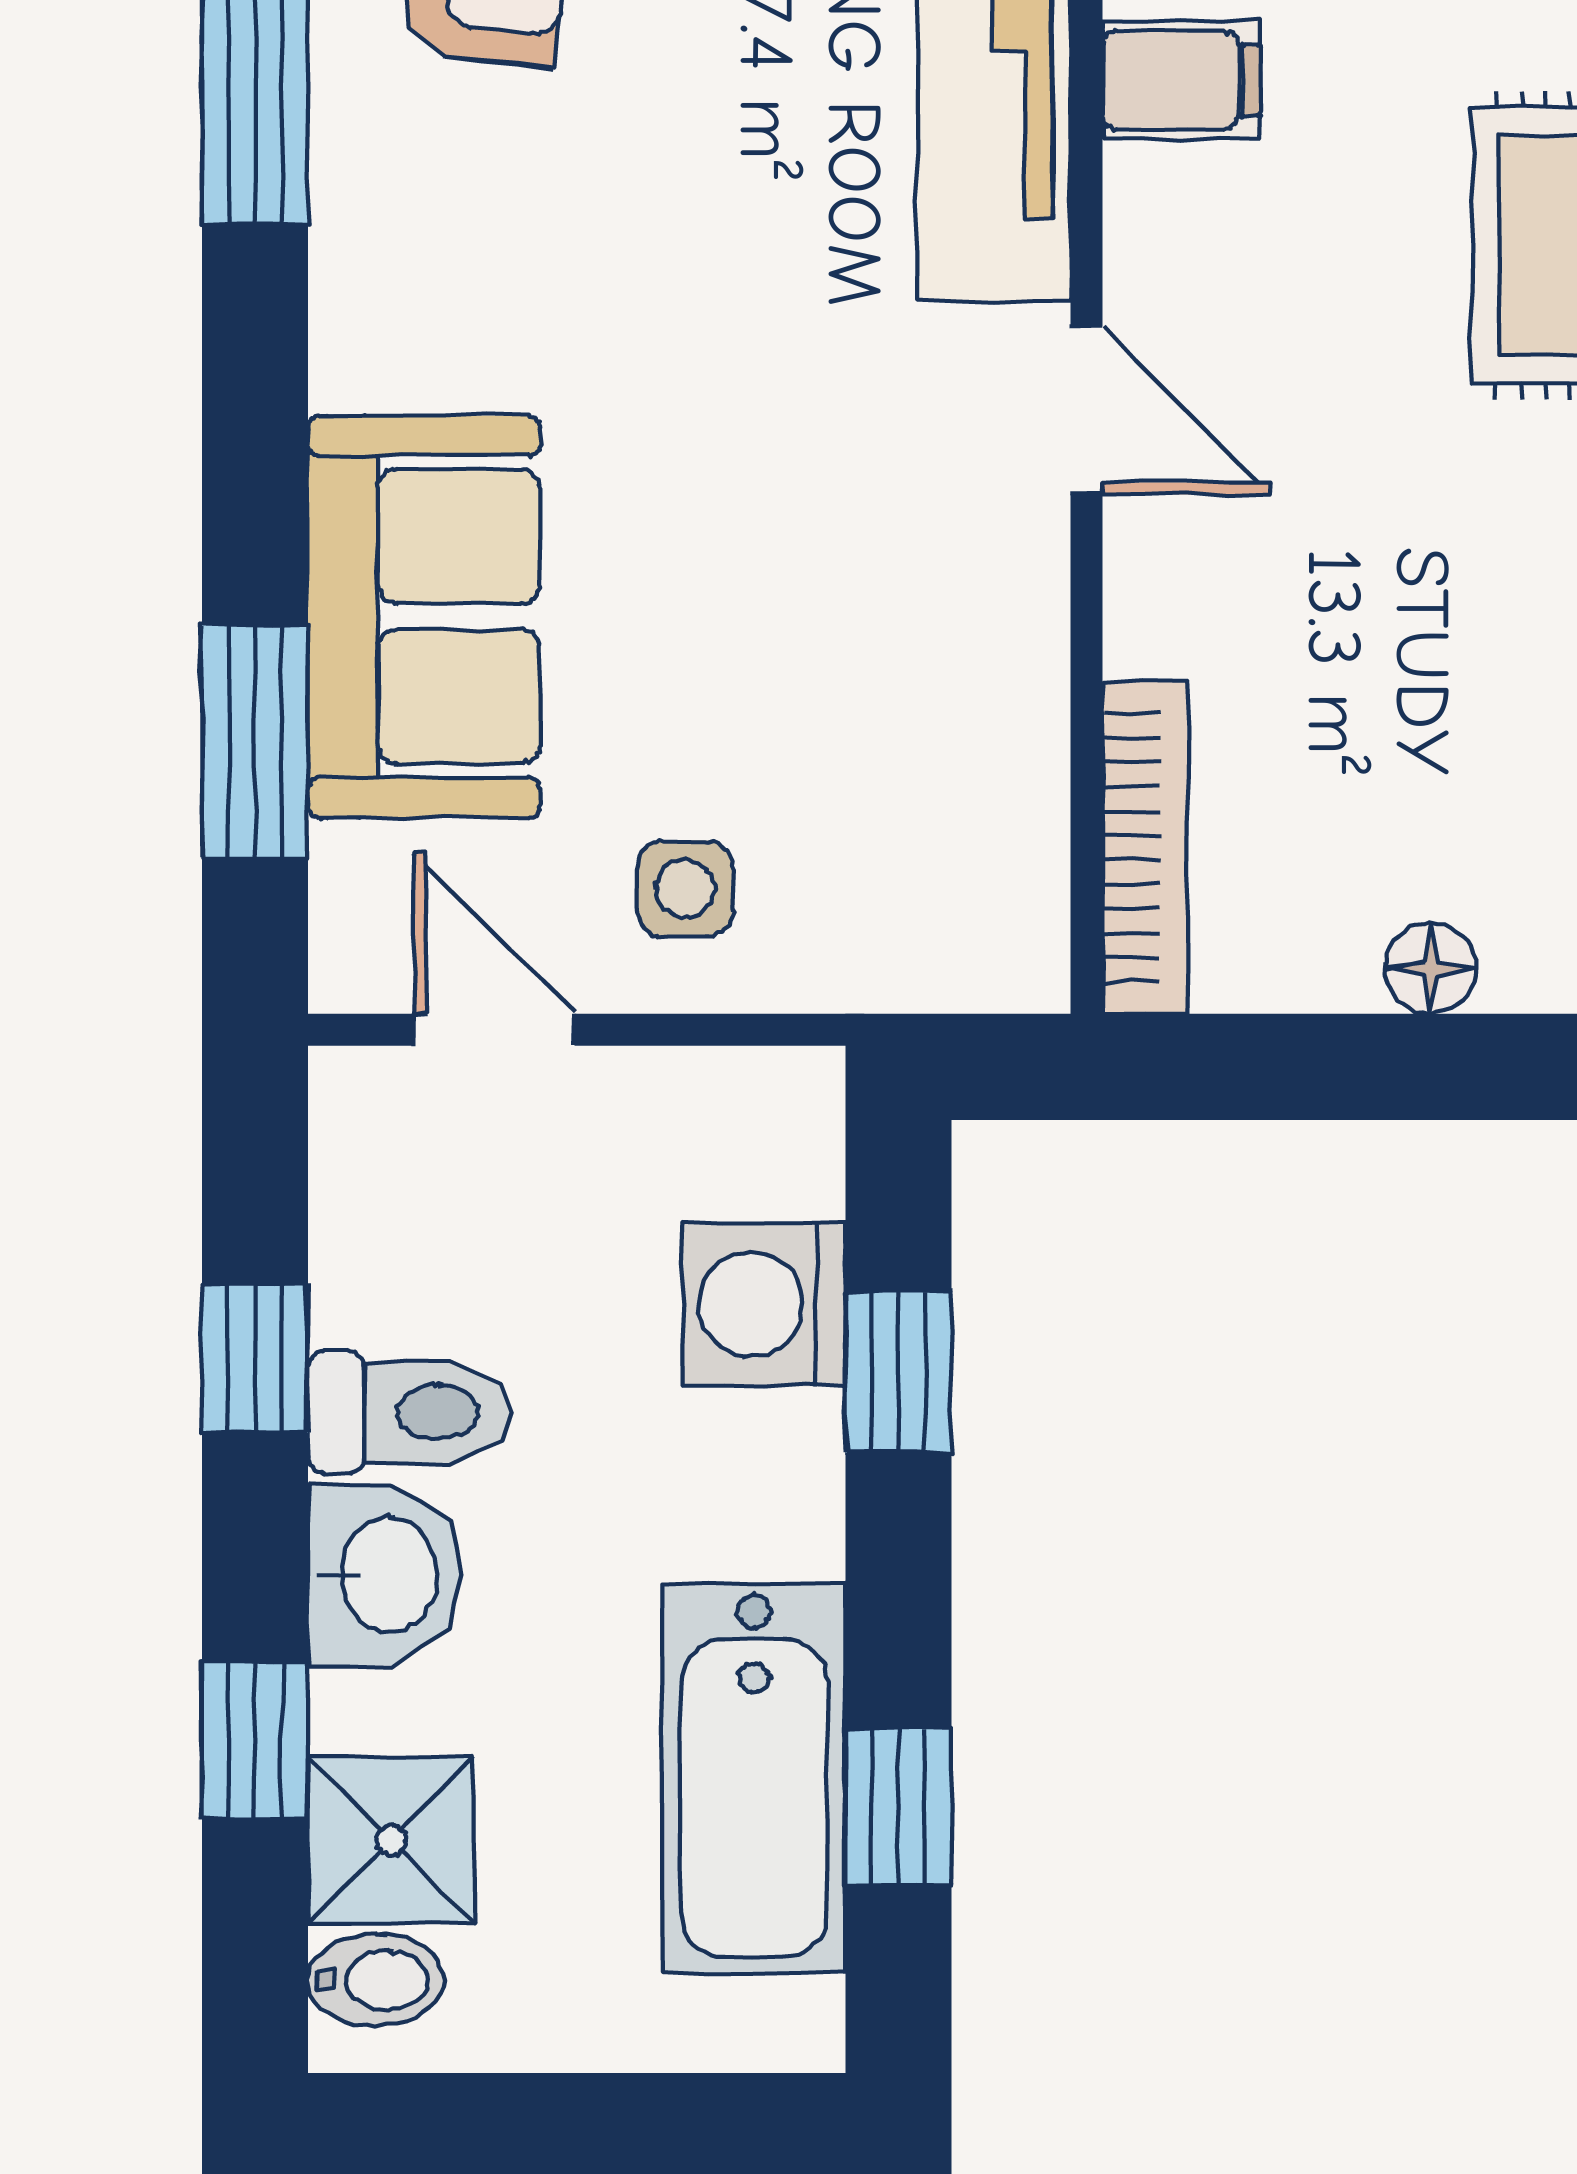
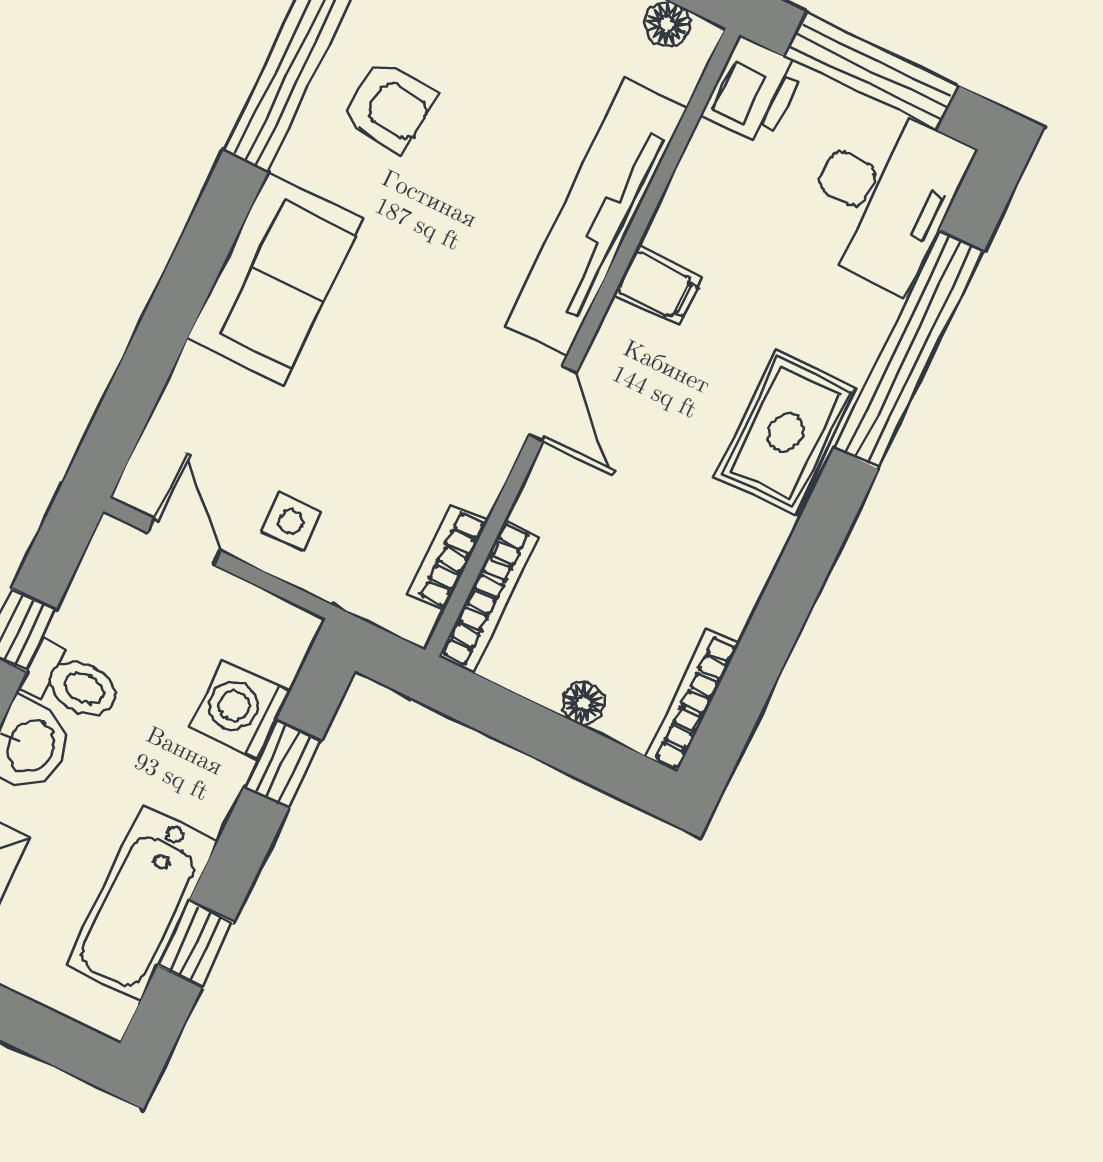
sofa: (424, 617) -> (275, 278), moved
window: (255, 742) -> (142, 375), removed
bookcase: (1027, 811) -> (448, 558), added

